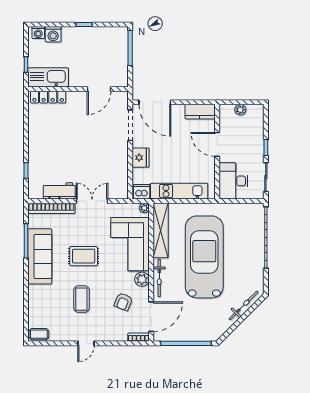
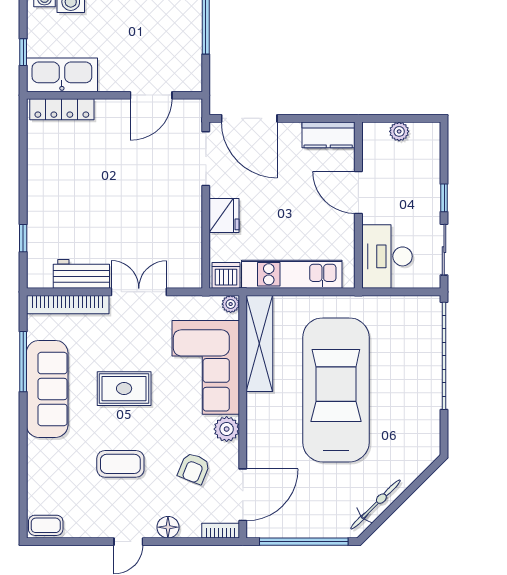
bicycle: (159, 278) -> (257, 427), removed
coffee table: (81, 299) -> (120, 464), turned 90
bicycle: (244, 306) -> (375, 504), moved
floor lamp: (109, 335) -> (168, 527), added

